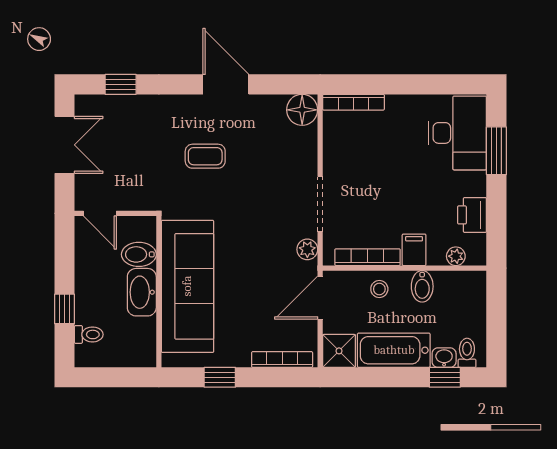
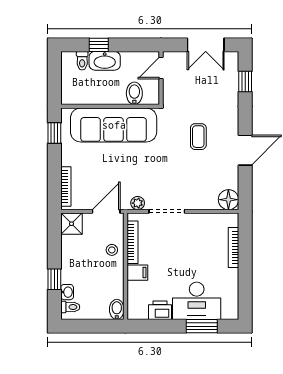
bookcase: (353, 102) -> (233, 248), moved
desk: (457, 133) -> (197, 301), moved
plant: (456, 256) -> (133, 300), removed
bidet: (422, 286) -> (117, 309), moved, turned 90
washbasin: (142, 292) -> (105, 61), moved, turned 180
door: (320, 298) -> (106, 211), hinge flipped
bathtub: (394, 350) -> (72, 259), removed
window: (220, 377) -> (54, 133), moved
window: (445, 377) -> (54, 279), moved

